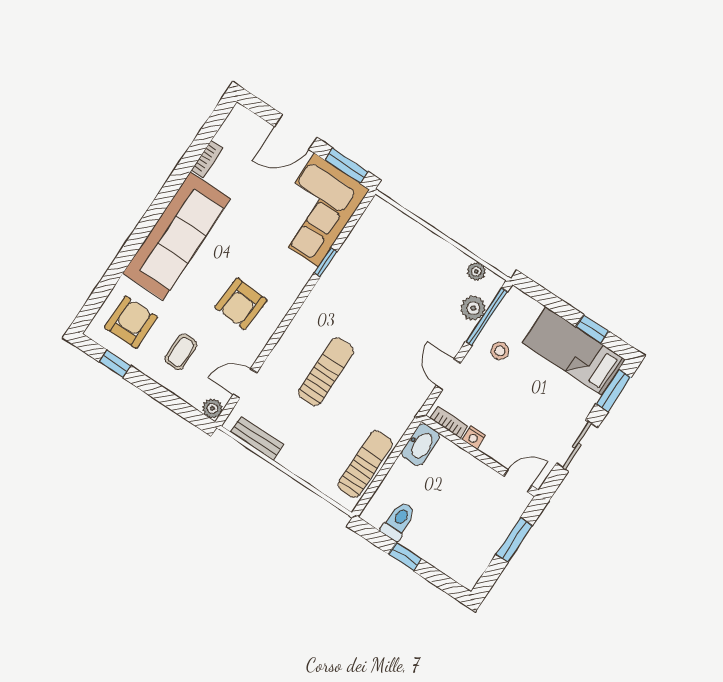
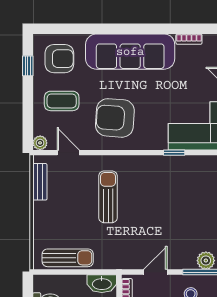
armchair: (241, 304) -> (115, 118), width x1.36, depth x1.36
coffee table: (181, 352) -> (62, 101), width x1.36, depth x1.30
sun lounger: (326, 372) -> (108, 197), turned -90

